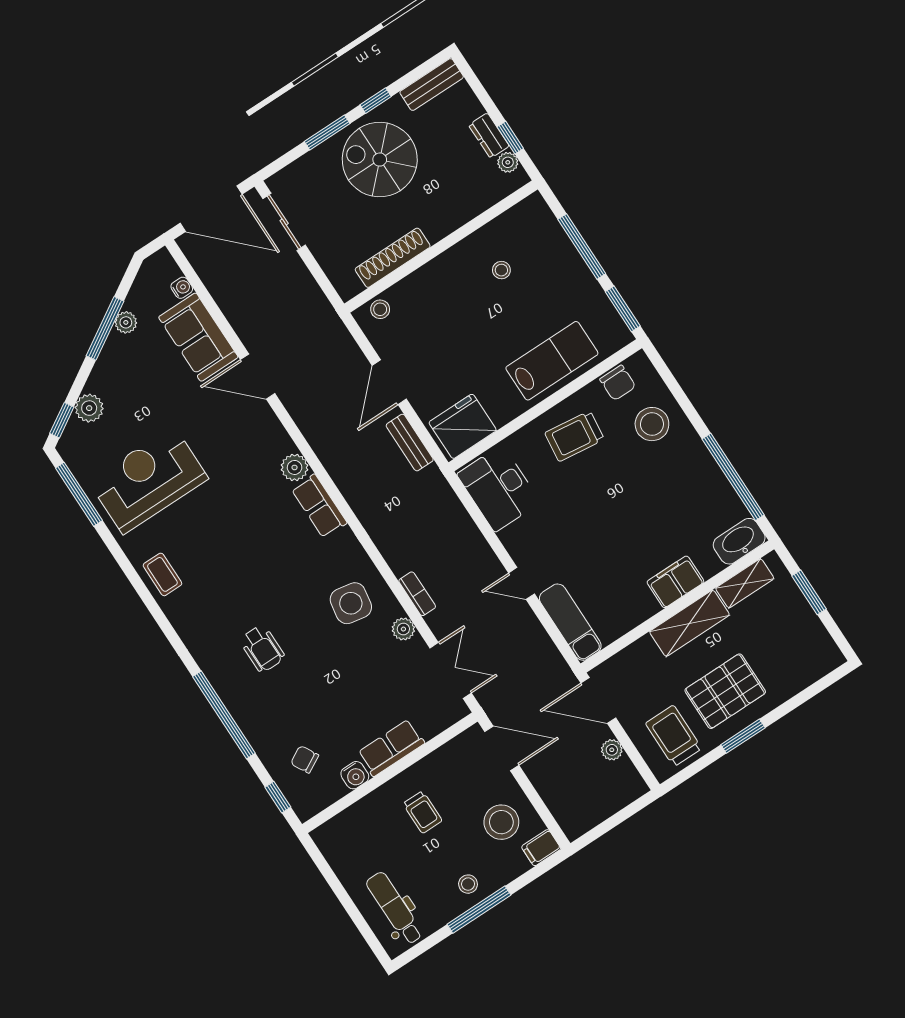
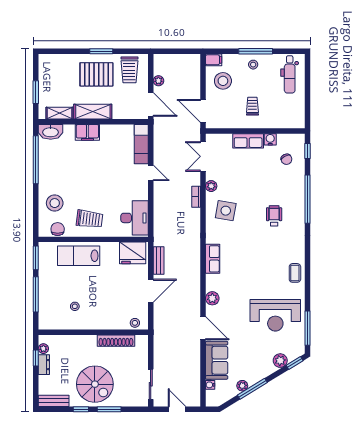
door: (211, 209) -> (177, 409), width x0.53
plant: (295, 467) -> (212, 298), moved

